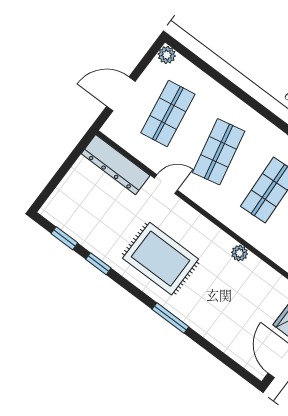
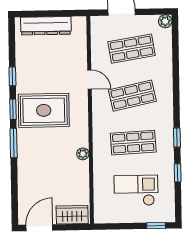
dresser: (116, 165) -> (46, 26), moved, turned -90
window: (64, 238) -> (13, 109), moved
rug: (161, 259) -> (44, 110), turned 90

